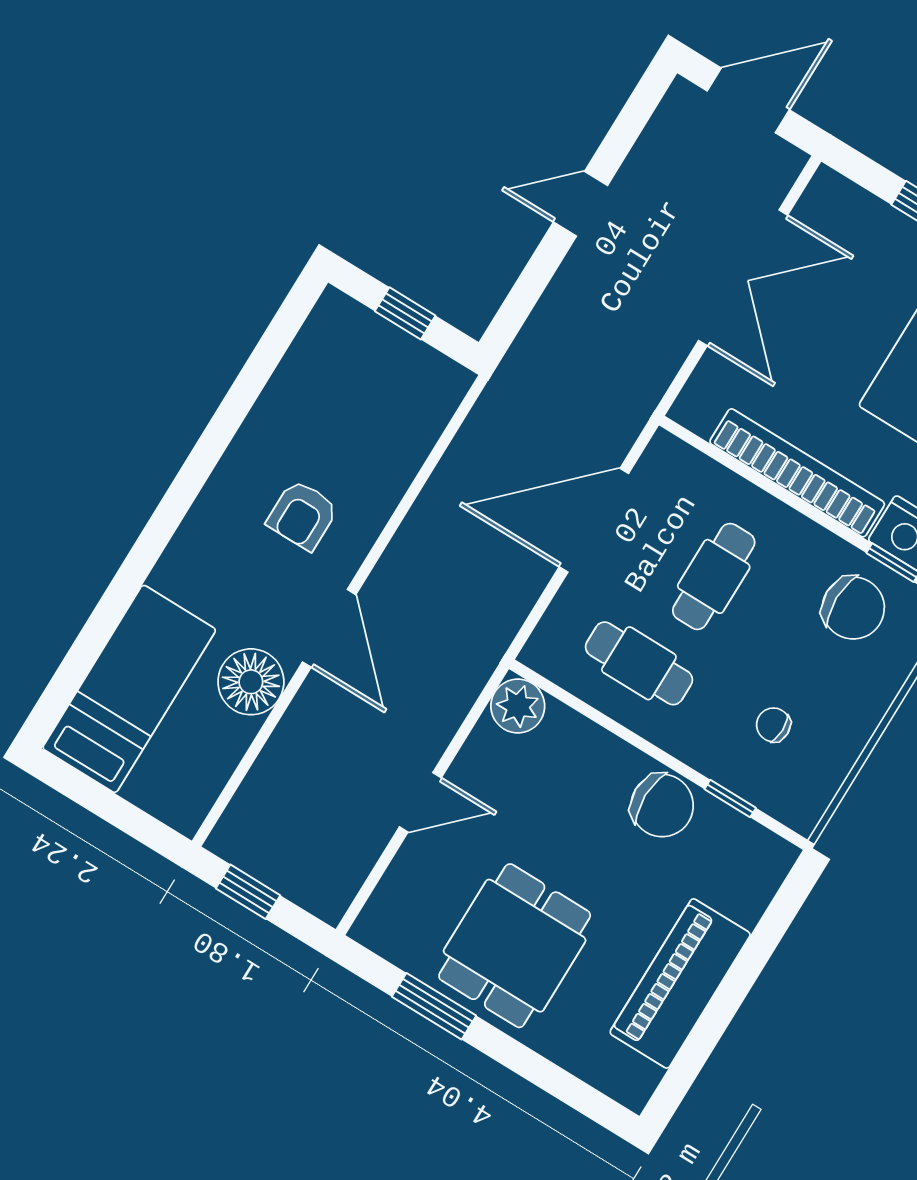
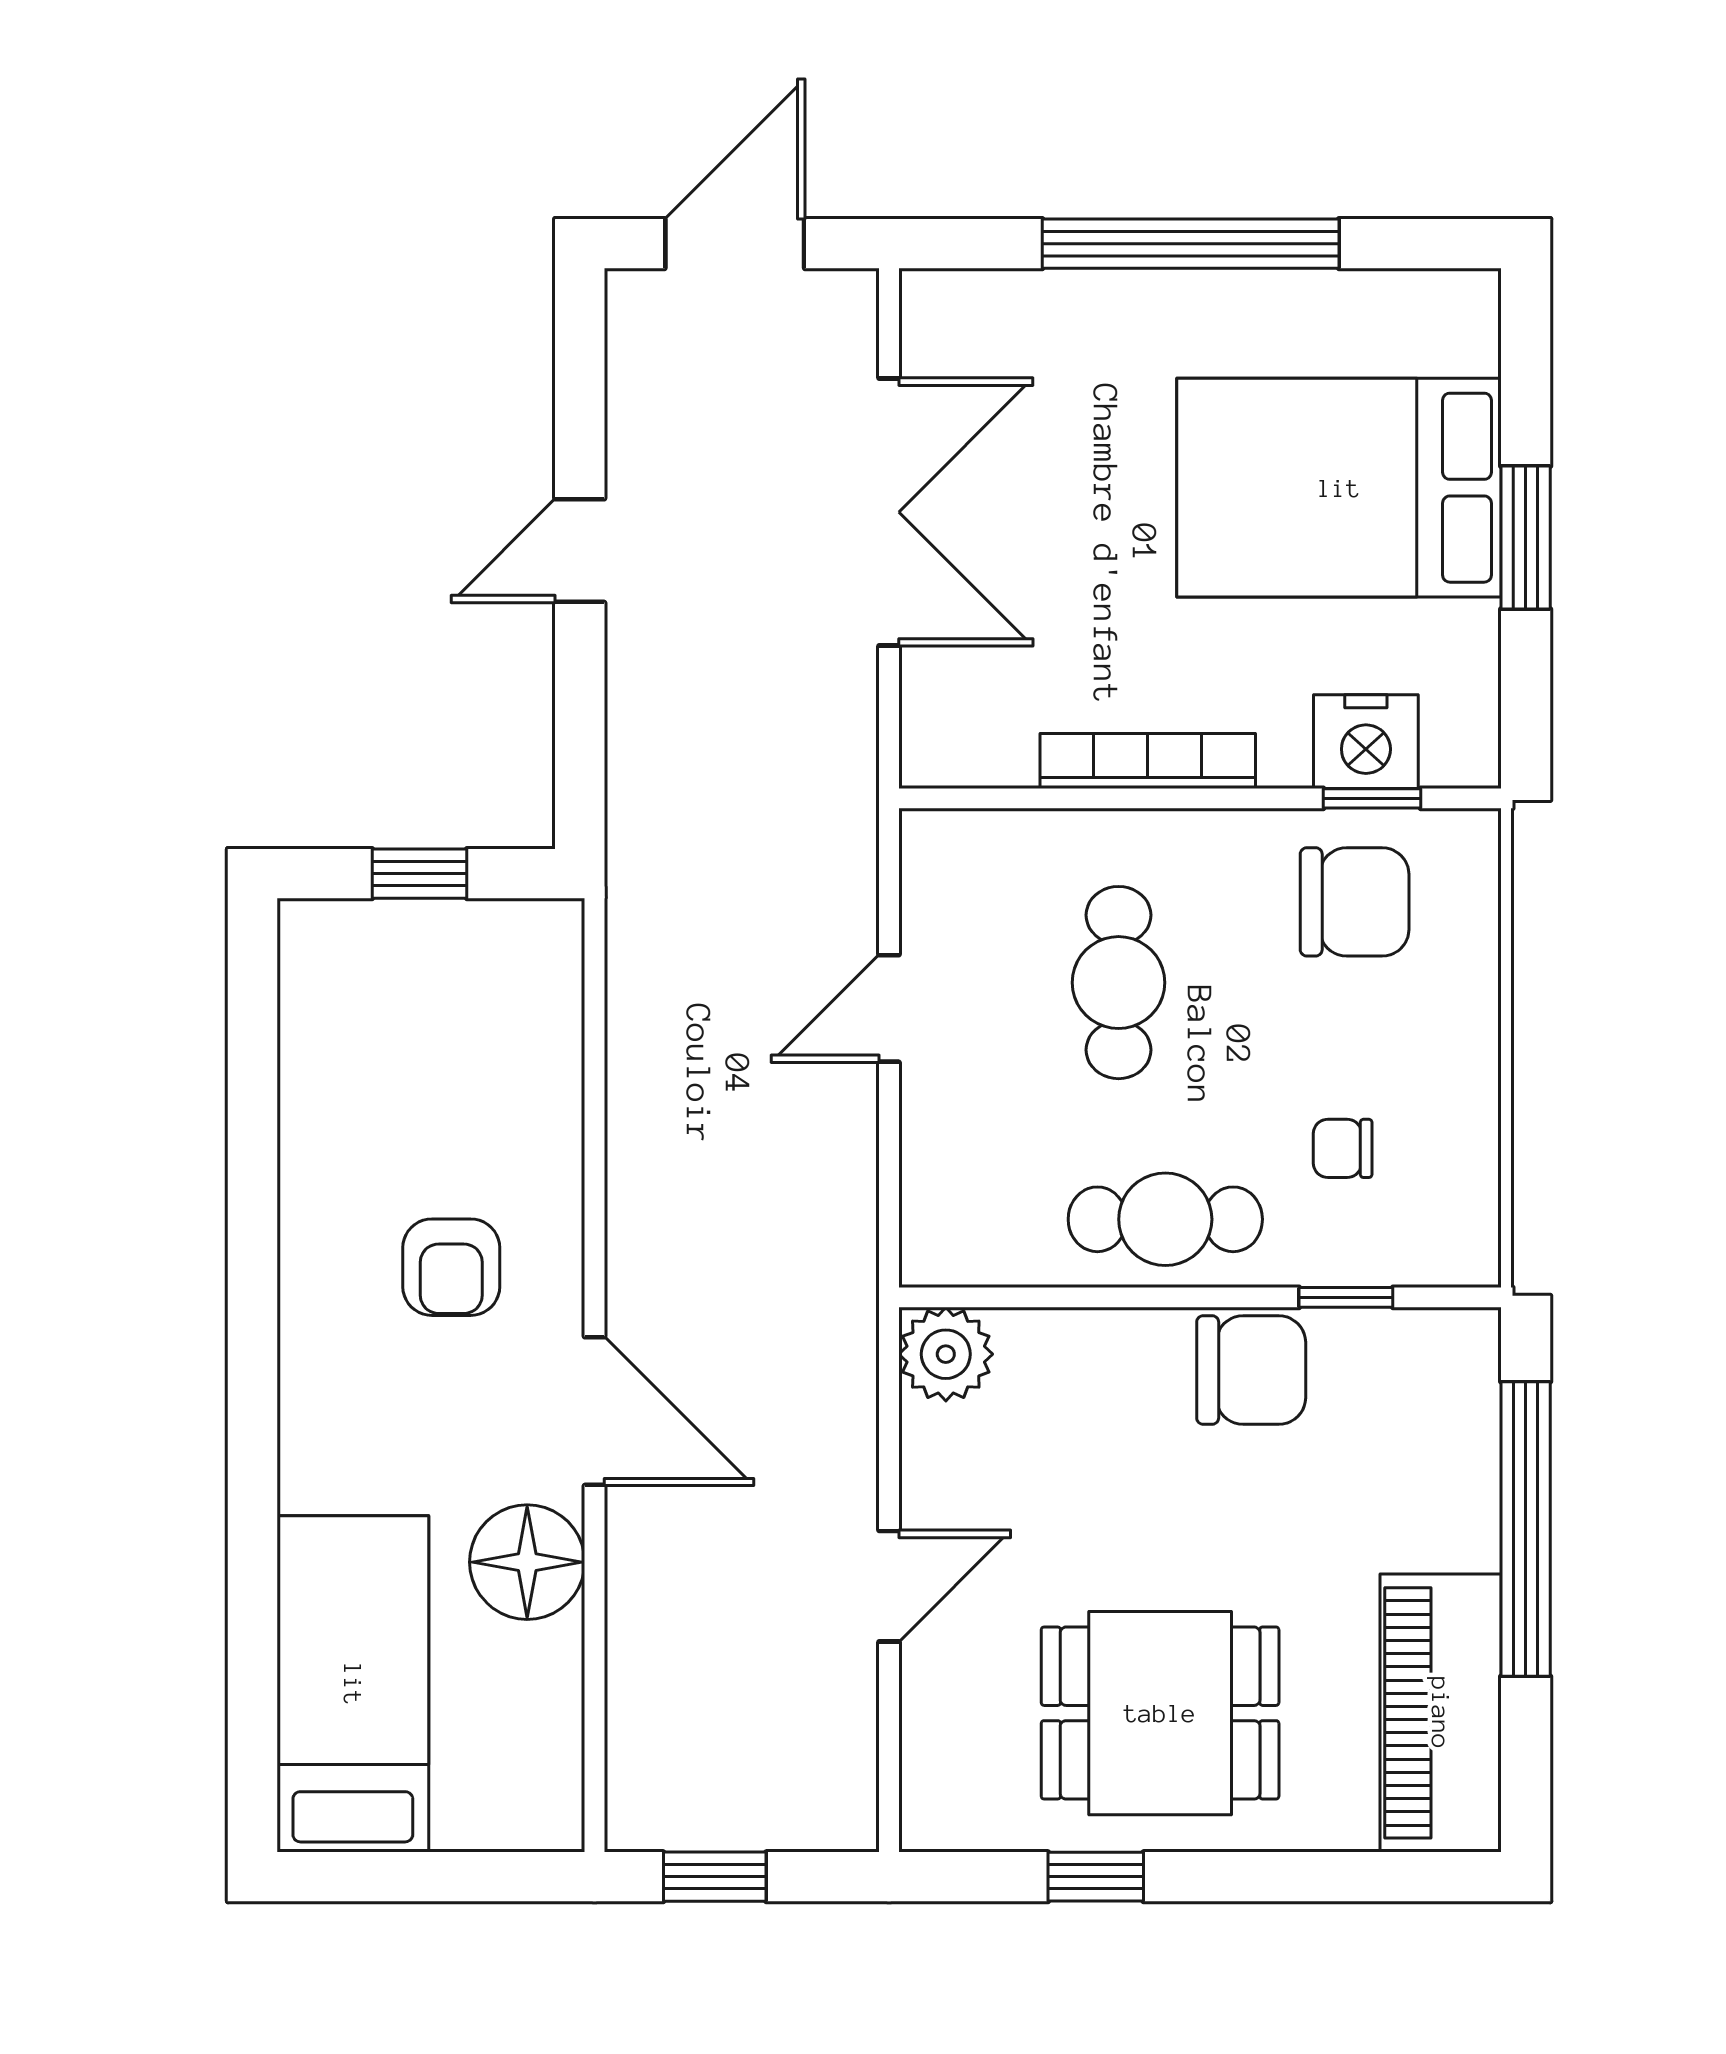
bookcase: (797, 473) -> (1148, 761), width x0.68, depth x0.76
door: (594, 520) -> (889, 1008), width x0.53
cafe table: (639, 663) -> (1165, 1219), moved
dining table: (515, 946) -> (1160, 1713), turned 90
window: (748, 966) -> (1526, 1529), added
piano: (680, 983) -> (1441, 1713), moved
window: (434, 1006) -> (1096, 1877), width x0.67

